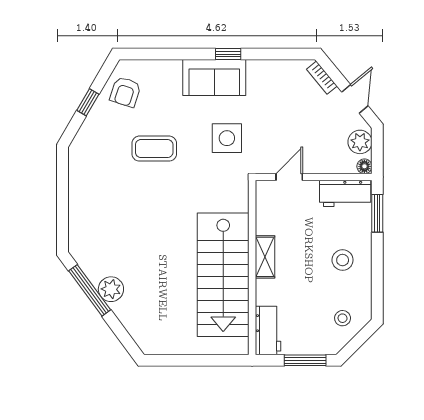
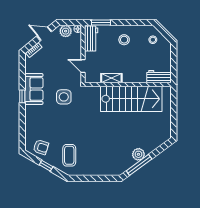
sofa: (214, 78) -> (34, 89), moved
coffee table: (154, 149) -> (69, 155), moved
shelving: (265, 257) -> (111, 78), moved
window: (305, 360) -> (174, 58), removed

